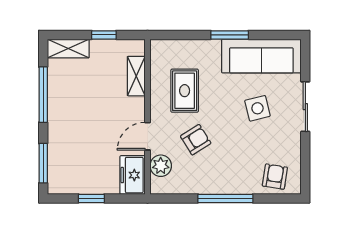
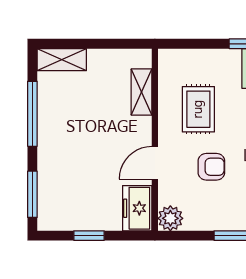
window: (104, 35) -> (104, 44), removed
armchair: (196, 140) -> (211, 167), turned 32
plant: (161, 166) -> (170, 218), moved

